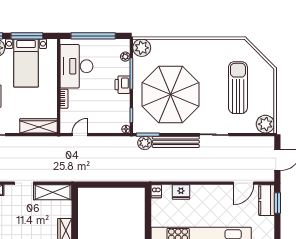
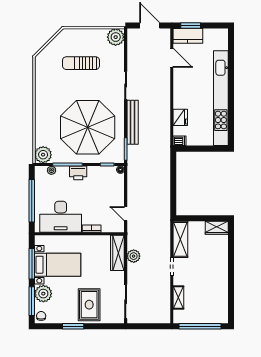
sun lounger: (238, 88) -> (81, 63), width x0.73, depth x0.75
plant: (145, 143) -> (134, 256), moved

